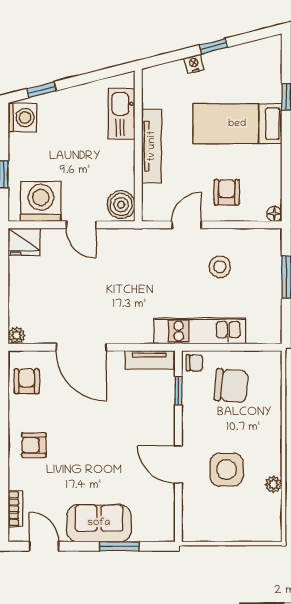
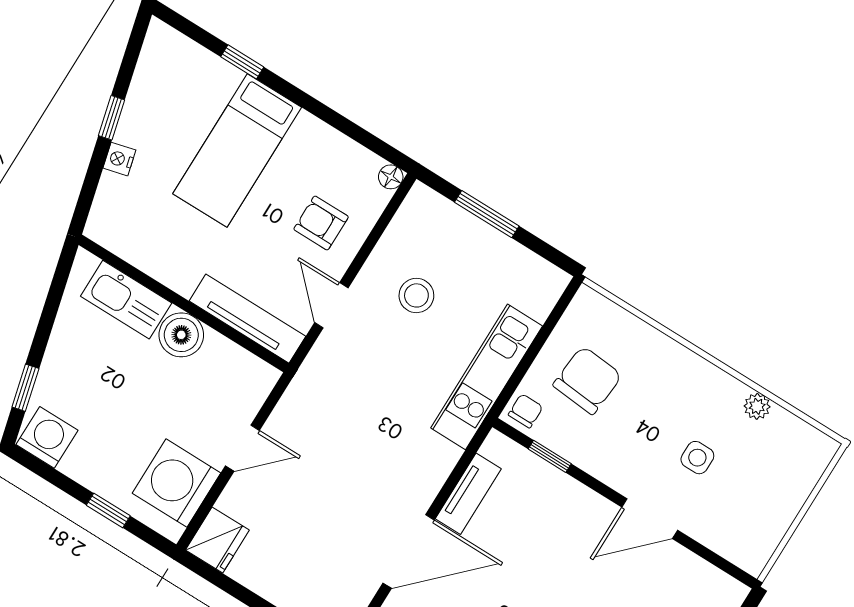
tv unit: (152, 146) -> (247, 319), moved
boiler: (121, 205) -> (181, 335), moved
tv unit: (149, 360) -> (468, 494), moved
side table: (227, 470) -> (697, 458), width x0.54, depth x0.54

